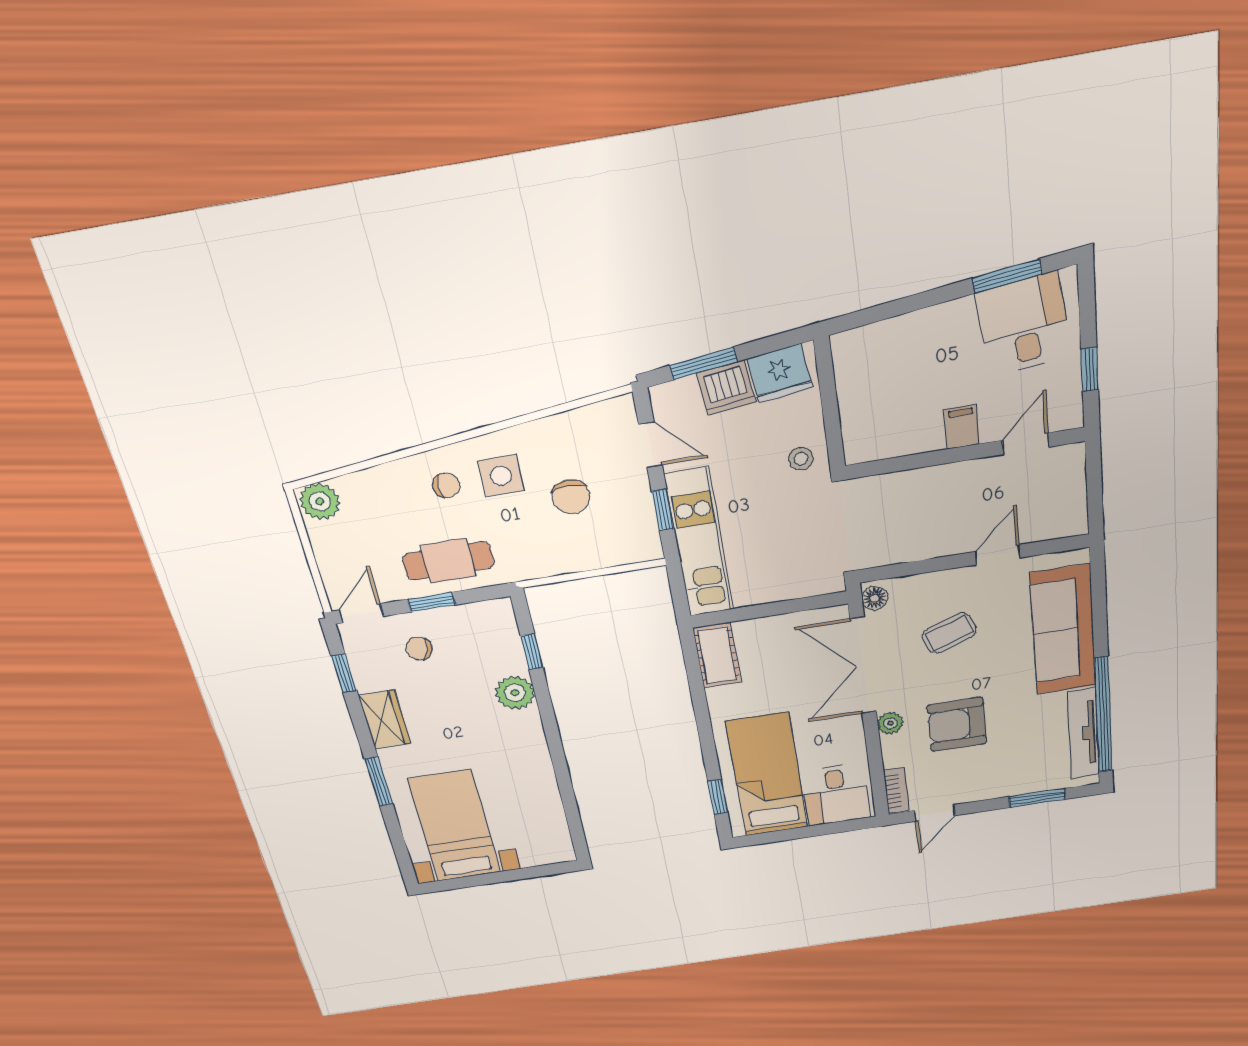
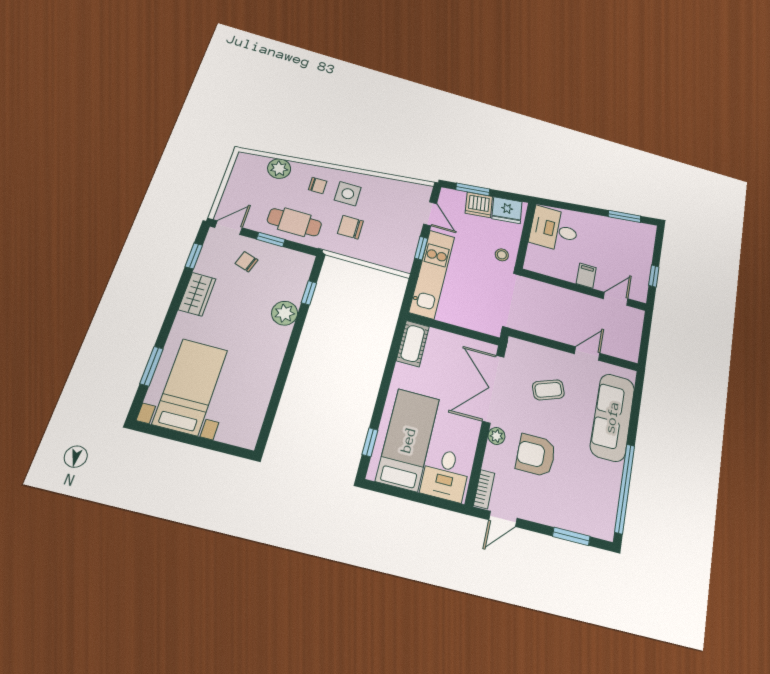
desk: (1024, 324) -> (554, 229), moved, turned -83
chair: (571, 497) -> (351, 227), moved, turned 90
plant: (320, 501) -> (279, 169), moved
floor lamp: (875, 598) -> (514, 349), removed
tv unit: (1083, 733) -> (610, 497), removed
window: (379, 782) -> (152, 366), moved

